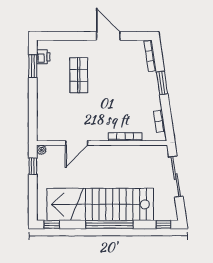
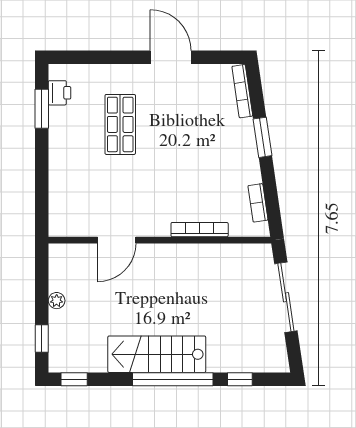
plant: (41, 150) -> (57, 301), moved
window: (33, 166) -> (42, 338), moved
stairs: (100, 204) -> (157, 354), width x0.54, depth x0.66
window: (163, 224) -> (240, 379), moved

